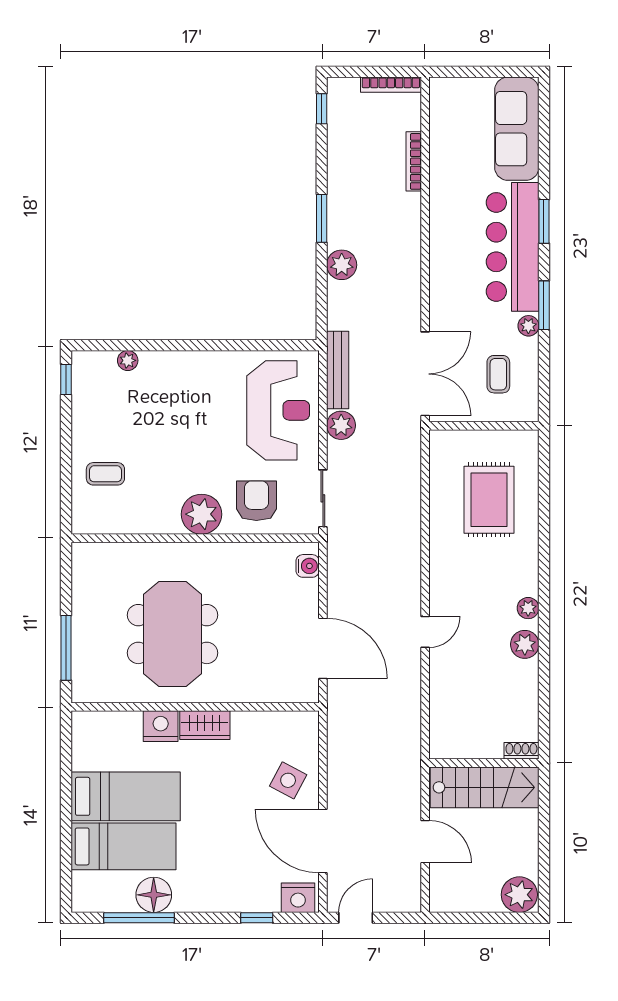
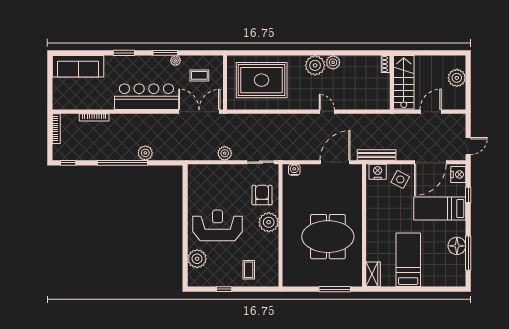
window: (322, 218) -> (122, 163), width x2.11
bar counter: (513, 247) -> (146, 97), moved, turned 180
plant: (128, 360) -> (197, 259), width x1.87, depth x1.87
bench: (338, 370) -> (377, 155), moved
window: (66, 380) -> (224, 289), moved
reception desk: (278, 410) -> (218, 225), moved
rug: (489, 500) -> (262, 80), width x1.37, depth x1.44
armchair: (256, 501) -> (262, 195), turned 90
plant: (528, 608) -> (315, 65), width x1.87, depth x1.87
wardrobe: (205, 725) -> (373, 274), moved
nightstand: (161, 726) -> (378, 172), moved, turned 90
bed: (124, 846) -> (440, 208), moved, turned -90
plant: (519, 895) -> (457, 78), moved
door: (356, 918) -> (468, 146), swing flipped

